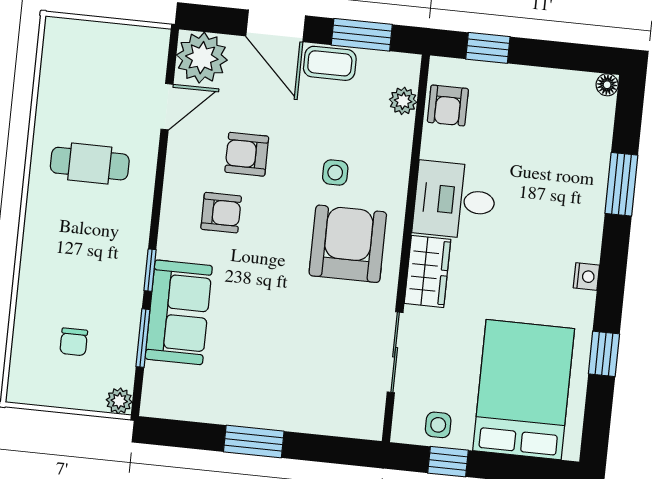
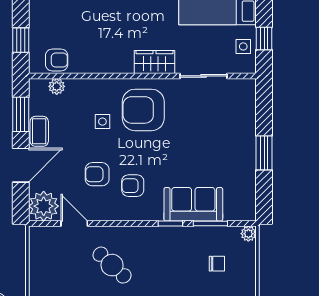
armchair: (247, 154) -> (97, 174), turned 90
cafe table: (90, 164) -> (112, 265), turned -47
desk: (455, 200) -> (111, 50), removed
armchair: (221, 213) -> (133, 186), turned -90

